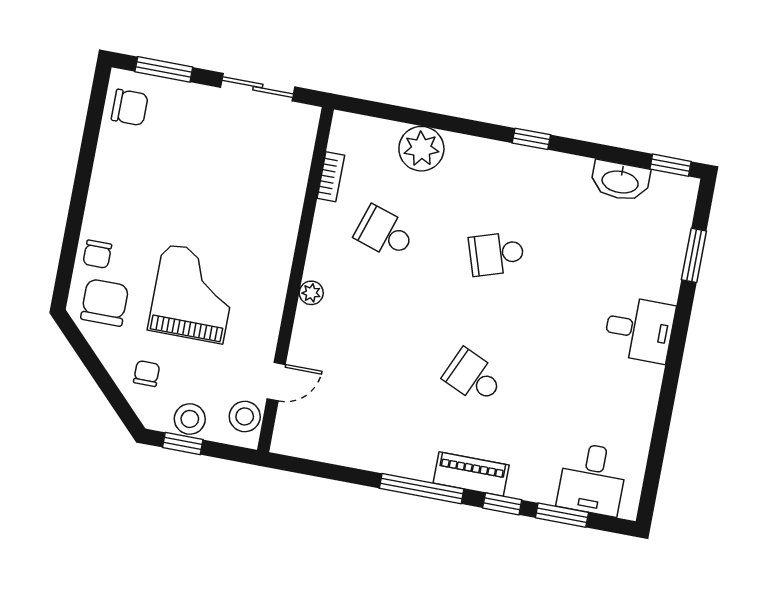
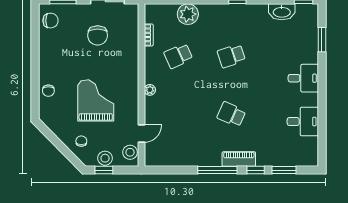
school desk: (385, 233) -> (178, 56), turned -42
chair: (105, 302) -> (98, 35), moved, turned 180
desk: (592, 479) -> (303, 122), moved, turned -90

